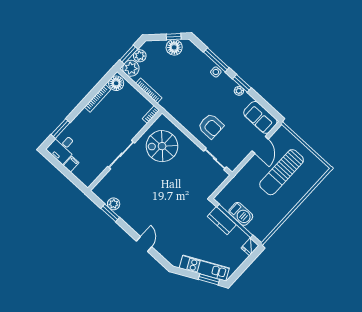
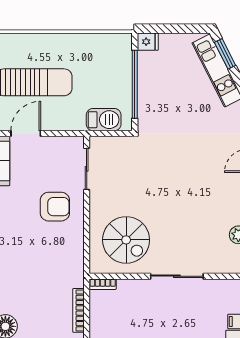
armchair: (211, 126) -> (55, 207), turned 90
barbecue: (241, 214) -> (104, 120), moved, turned 90
kitchen counter: (222, 221) -> (148, 99), removed

